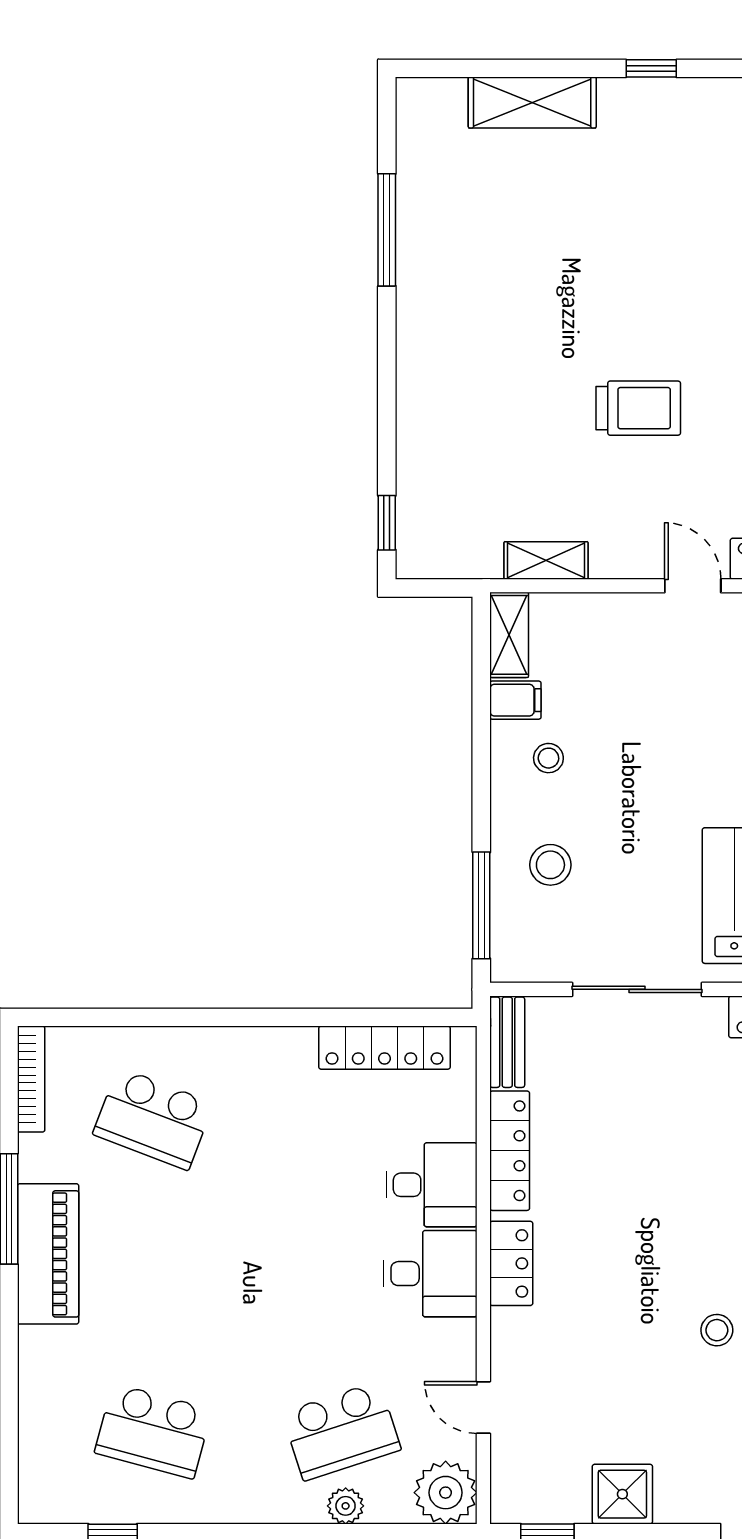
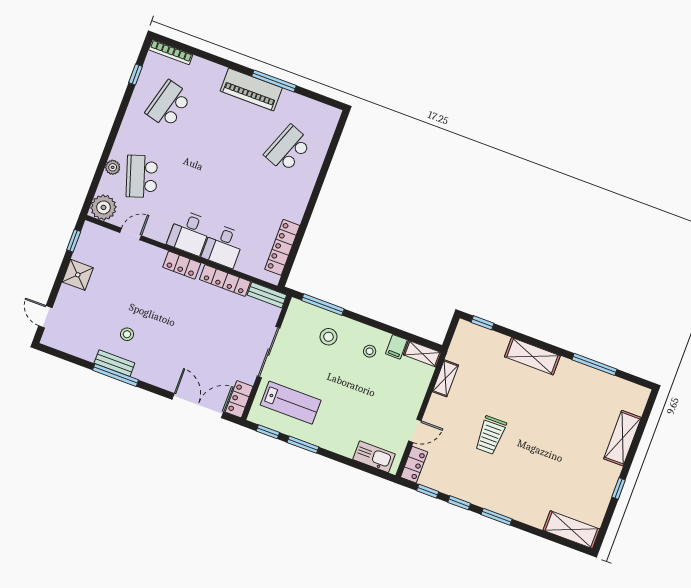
shelving: (421, 379) -> (532, 356), added
bookcase: (31, 1079) -> (171, 52), moved

